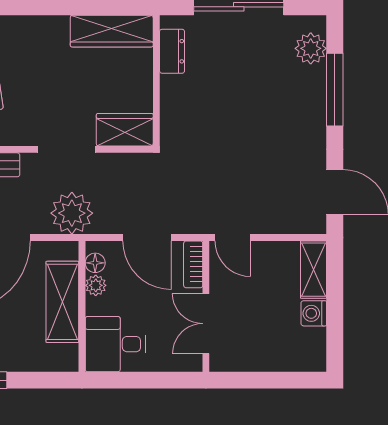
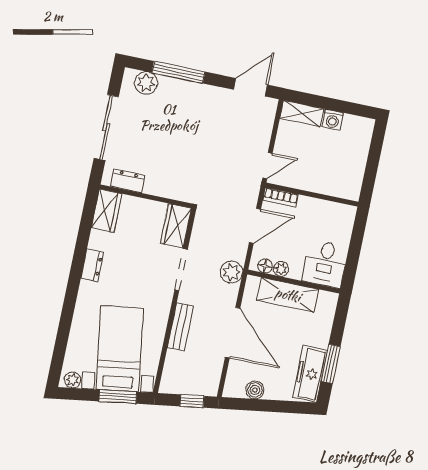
dresser: (47, 27) -> (92, 265), added
wardrobe: (112, 31) -> (107, 211), width x0.67
plant: (72, 213) -> (232, 272), width x0.73, depth x0.73
double door: (206, 324) -> (324, 197), removed

